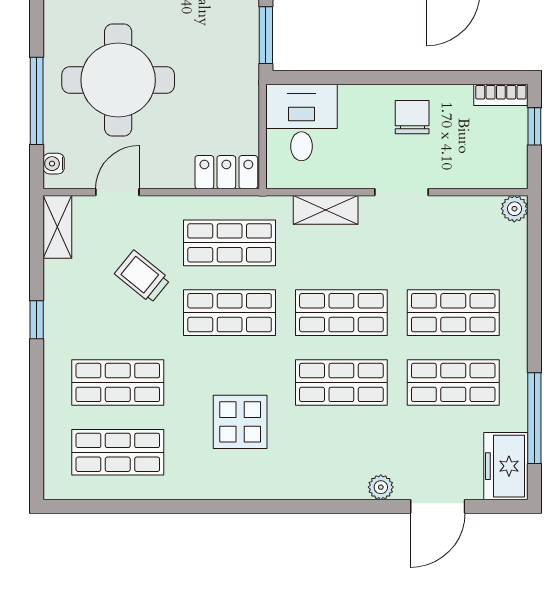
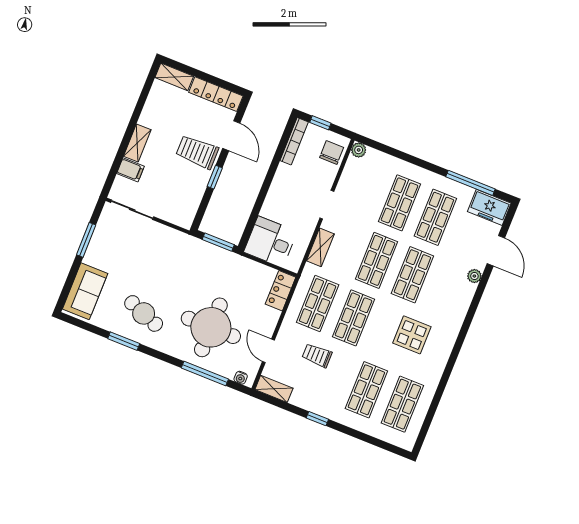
bookcase: (501, 95) -> (294, 141), width x1.56
chair: (412, 117) -> (332, 153), moved, turned 90
trolley: (142, 277) -> (317, 355), turned 51

